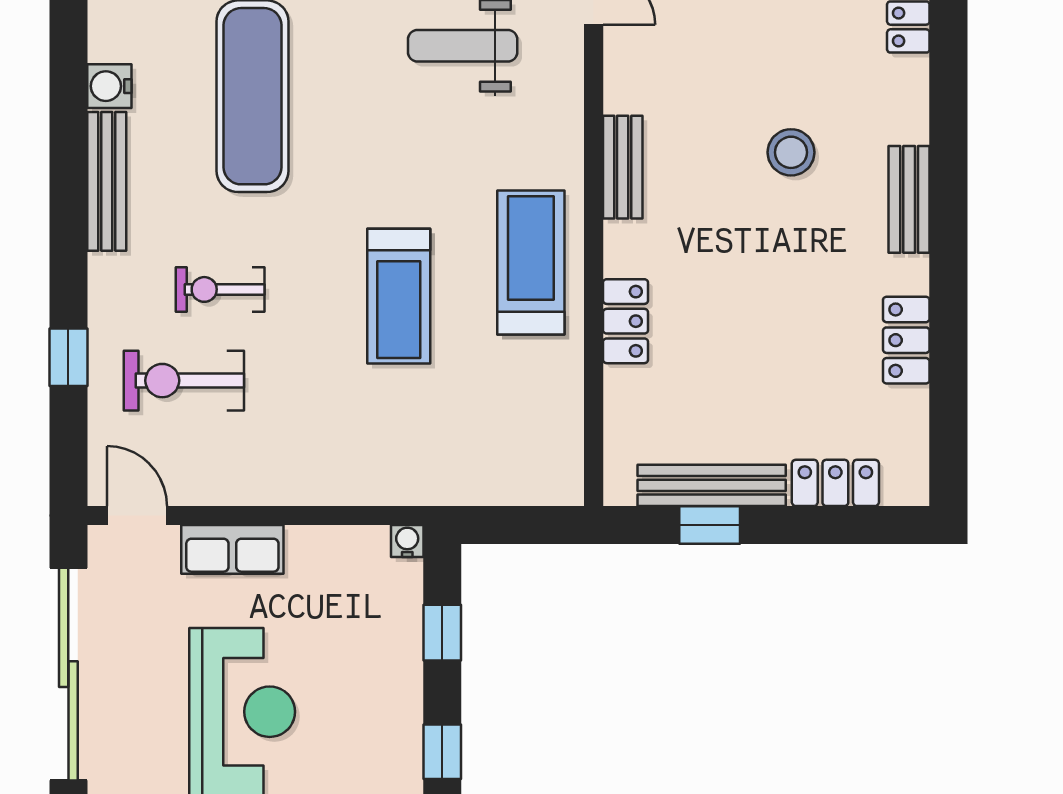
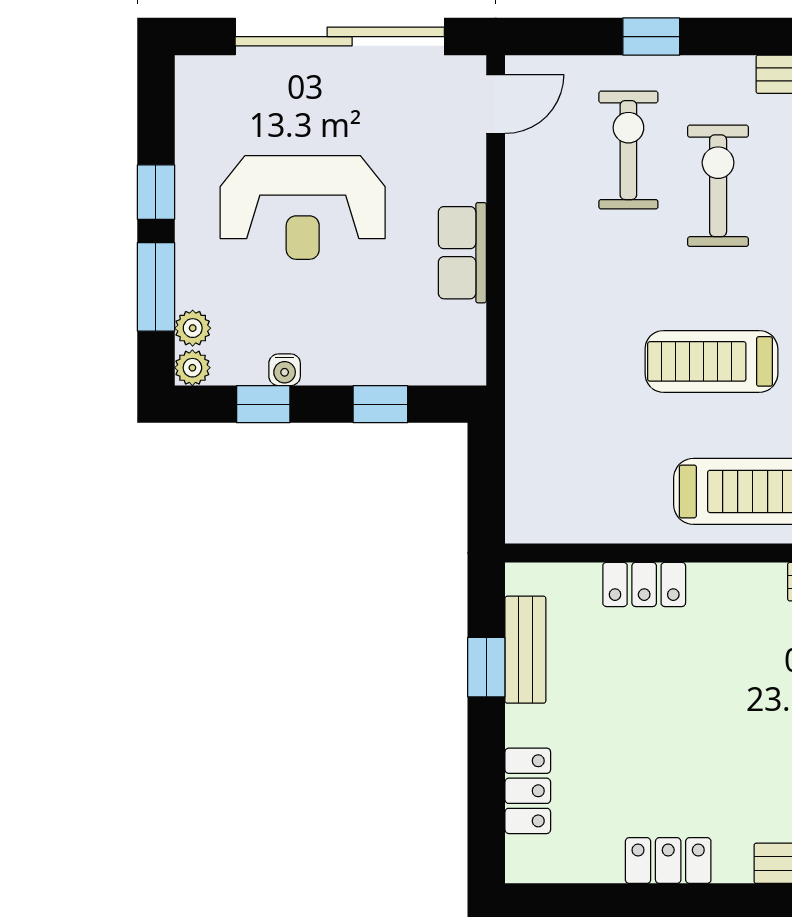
exercise bike: (220, 289) -> (718, 186), width x1.38, depth x1.39
locker: (625, 321) -> (644, 584), moved
bench: (712, 485) -> (525, 650), width x0.73
water cooler: (407, 541) -> (285, 370), moved, turned 90
row of seats: (232, 549) -> (462, 253), moved

